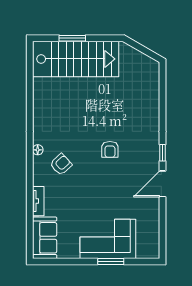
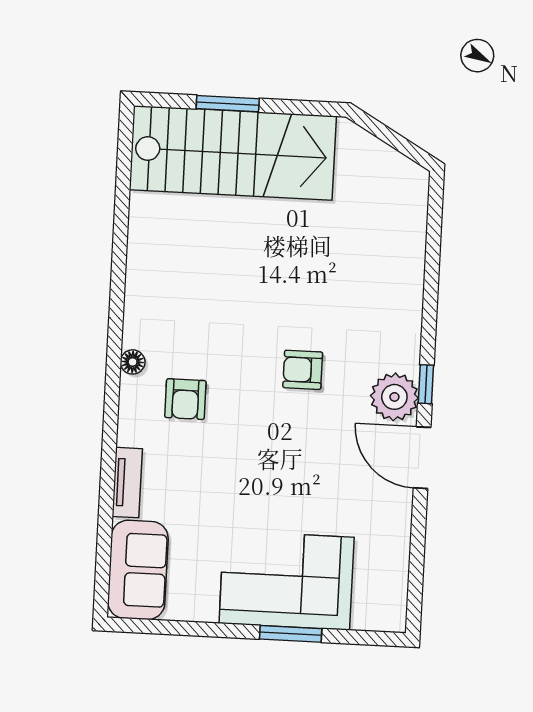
armchair: (110, 149) -> (303, 370), turned 90
plant: (149, 159) -> (394, 397), added
armchair: (61, 164) -> (185, 399), turned 133
door: (163, 184) -> (422, 458), hinge flipped

